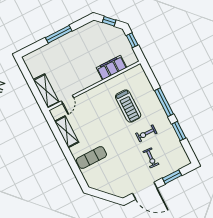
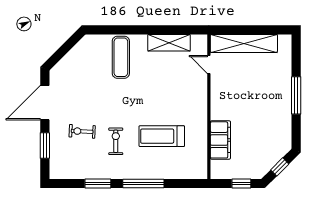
shelving: (46, 91) -> (244, 43), width x1.47

